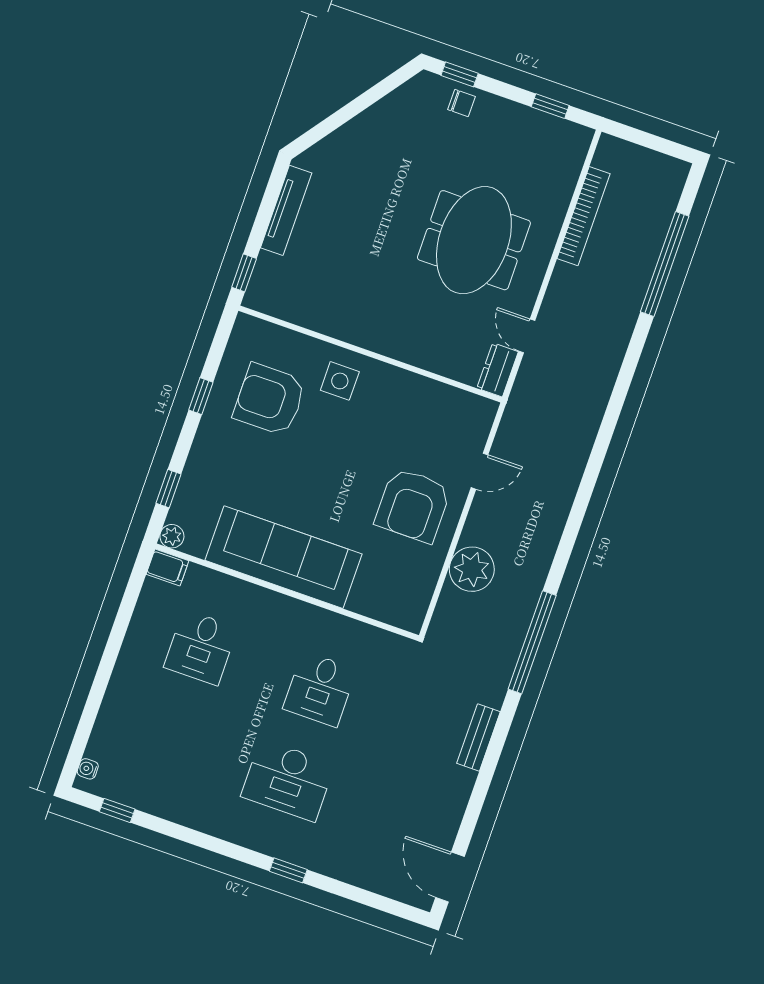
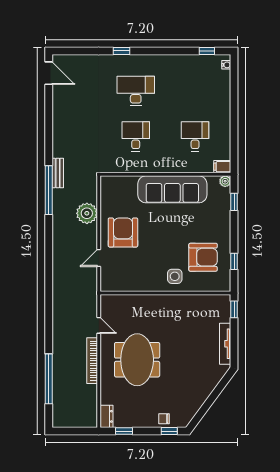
bookcase: (584, 216) -> (92, 361), moved
dresser: (498, 370) -> (106, 416), moved
window: (201, 396) -> (234, 261), moved
bench: (479, 737) -> (58, 173), moved

